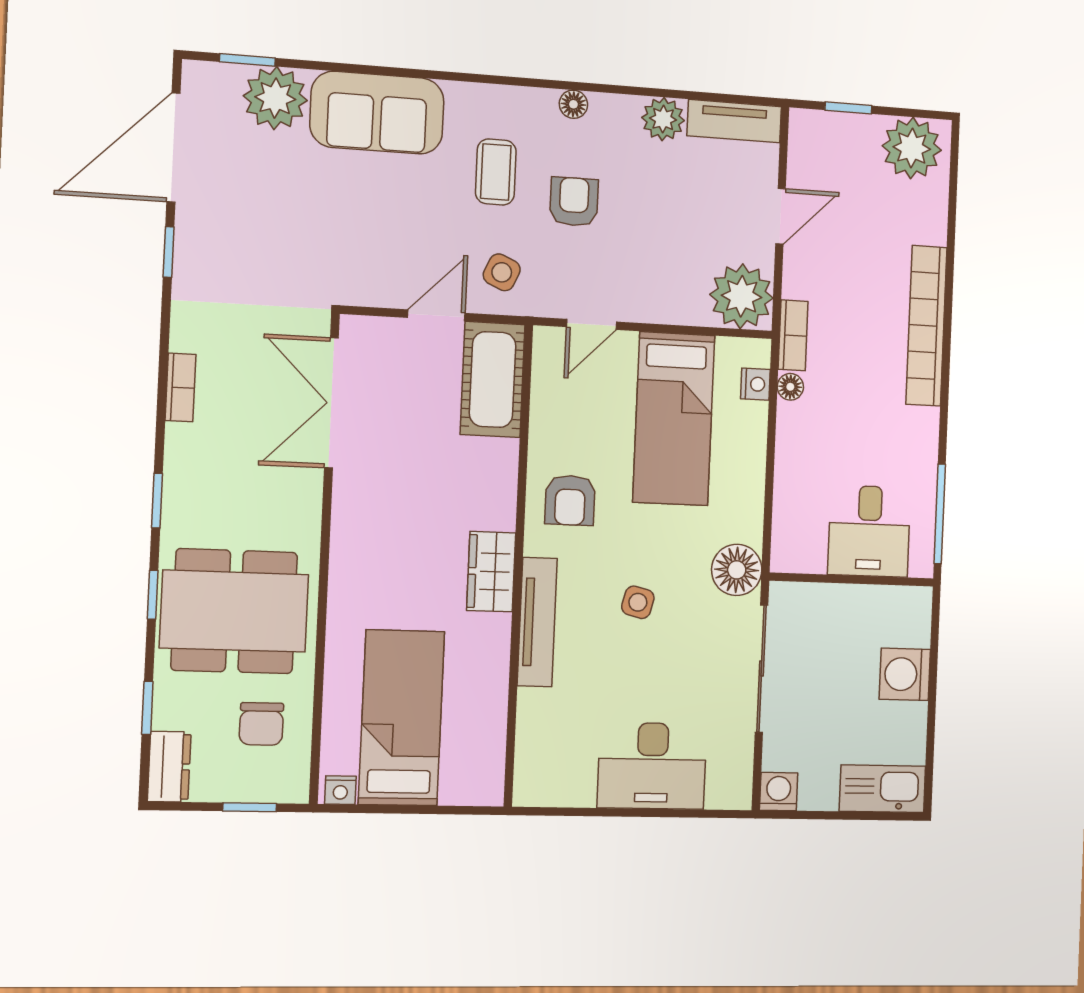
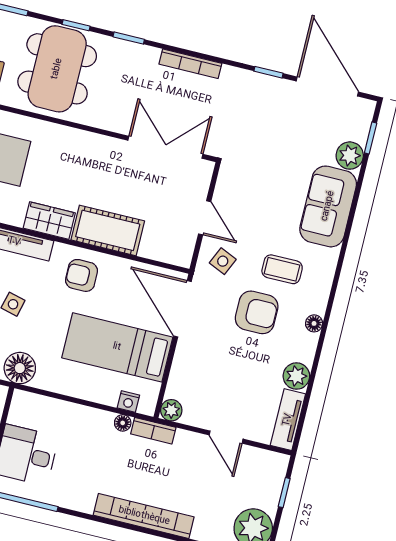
plant: (275, 98) -> (350, 156), width x0.73, depth x0.73
armchair: (574, 202) -> (257, 312), width x1.38, depth x1.38
plant: (742, 296) -> (171, 410), width x0.53, depth x0.53
door: (591, 324) -> (182, 309), width x1.87
cot: (493, 379) -> (108, 230), moved
bookcase: (180, 387) -> (190, 64), width x1.56

